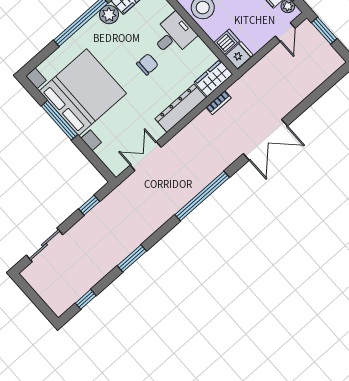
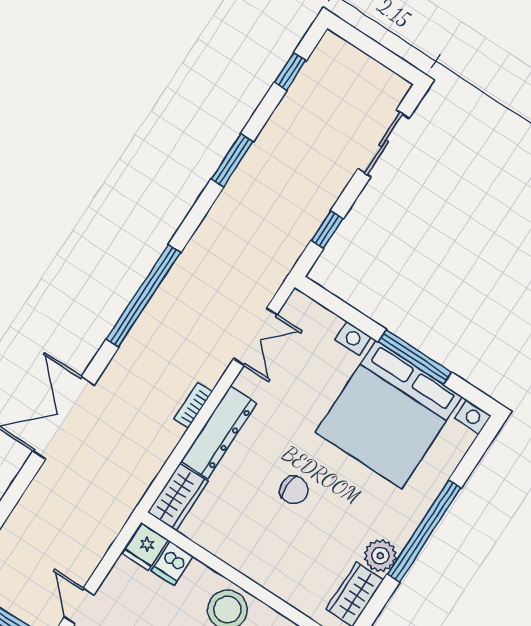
desk: (173, 35) -> (264, 551), removed
chair: (147, 64) -> (294, 490), turned -90
bookcase: (219, 103) -> (193, 405), moved

